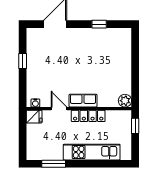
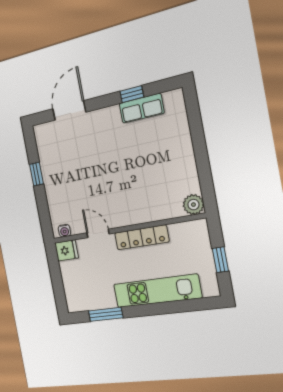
row of seats: (83, 101) -> (142, 108), moved, turned 180
window: (135, 126) -> (220, 260), moved

